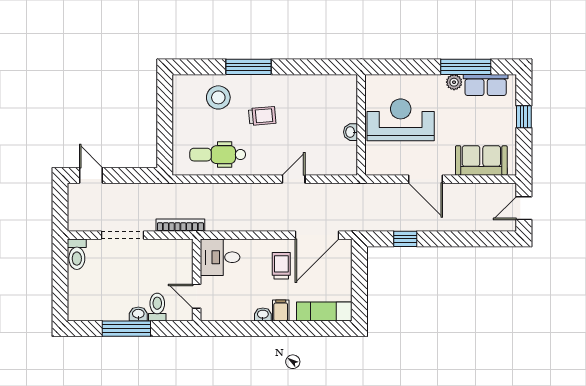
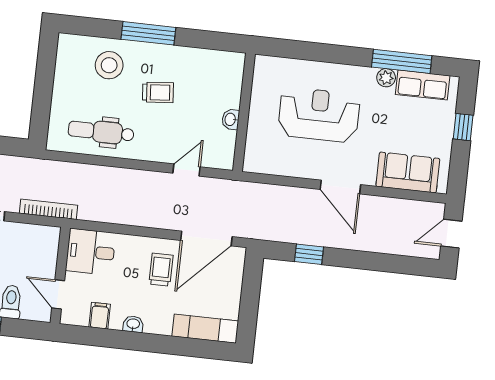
wall: (361, 125) -> (244, 112), moved
washbasin: (351, 132) -> (231, 119), moved
filing cabinet: (281, 310) -> (100, 316), moved

